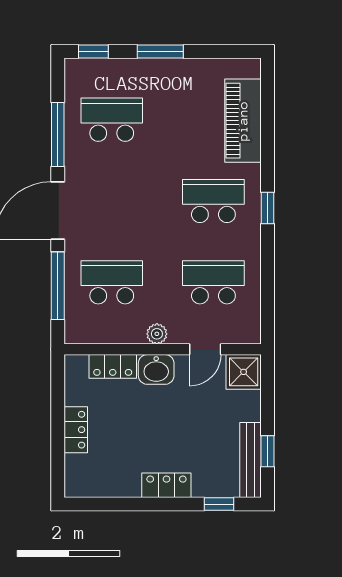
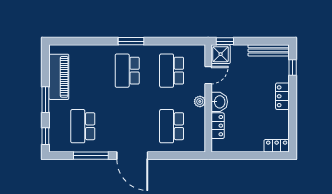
piano: (243, 121) -> (59, 77), moved, turned -90
window: (267, 208) -> (131, 41), width x1.50
window: (58, 286) -> (173, 156), removed
door: (205, 349) -> (208, 75), hinge flipped
locker: (76, 430) -> (277, 146), moved
window: (267, 451) -> (225, 41), moved

